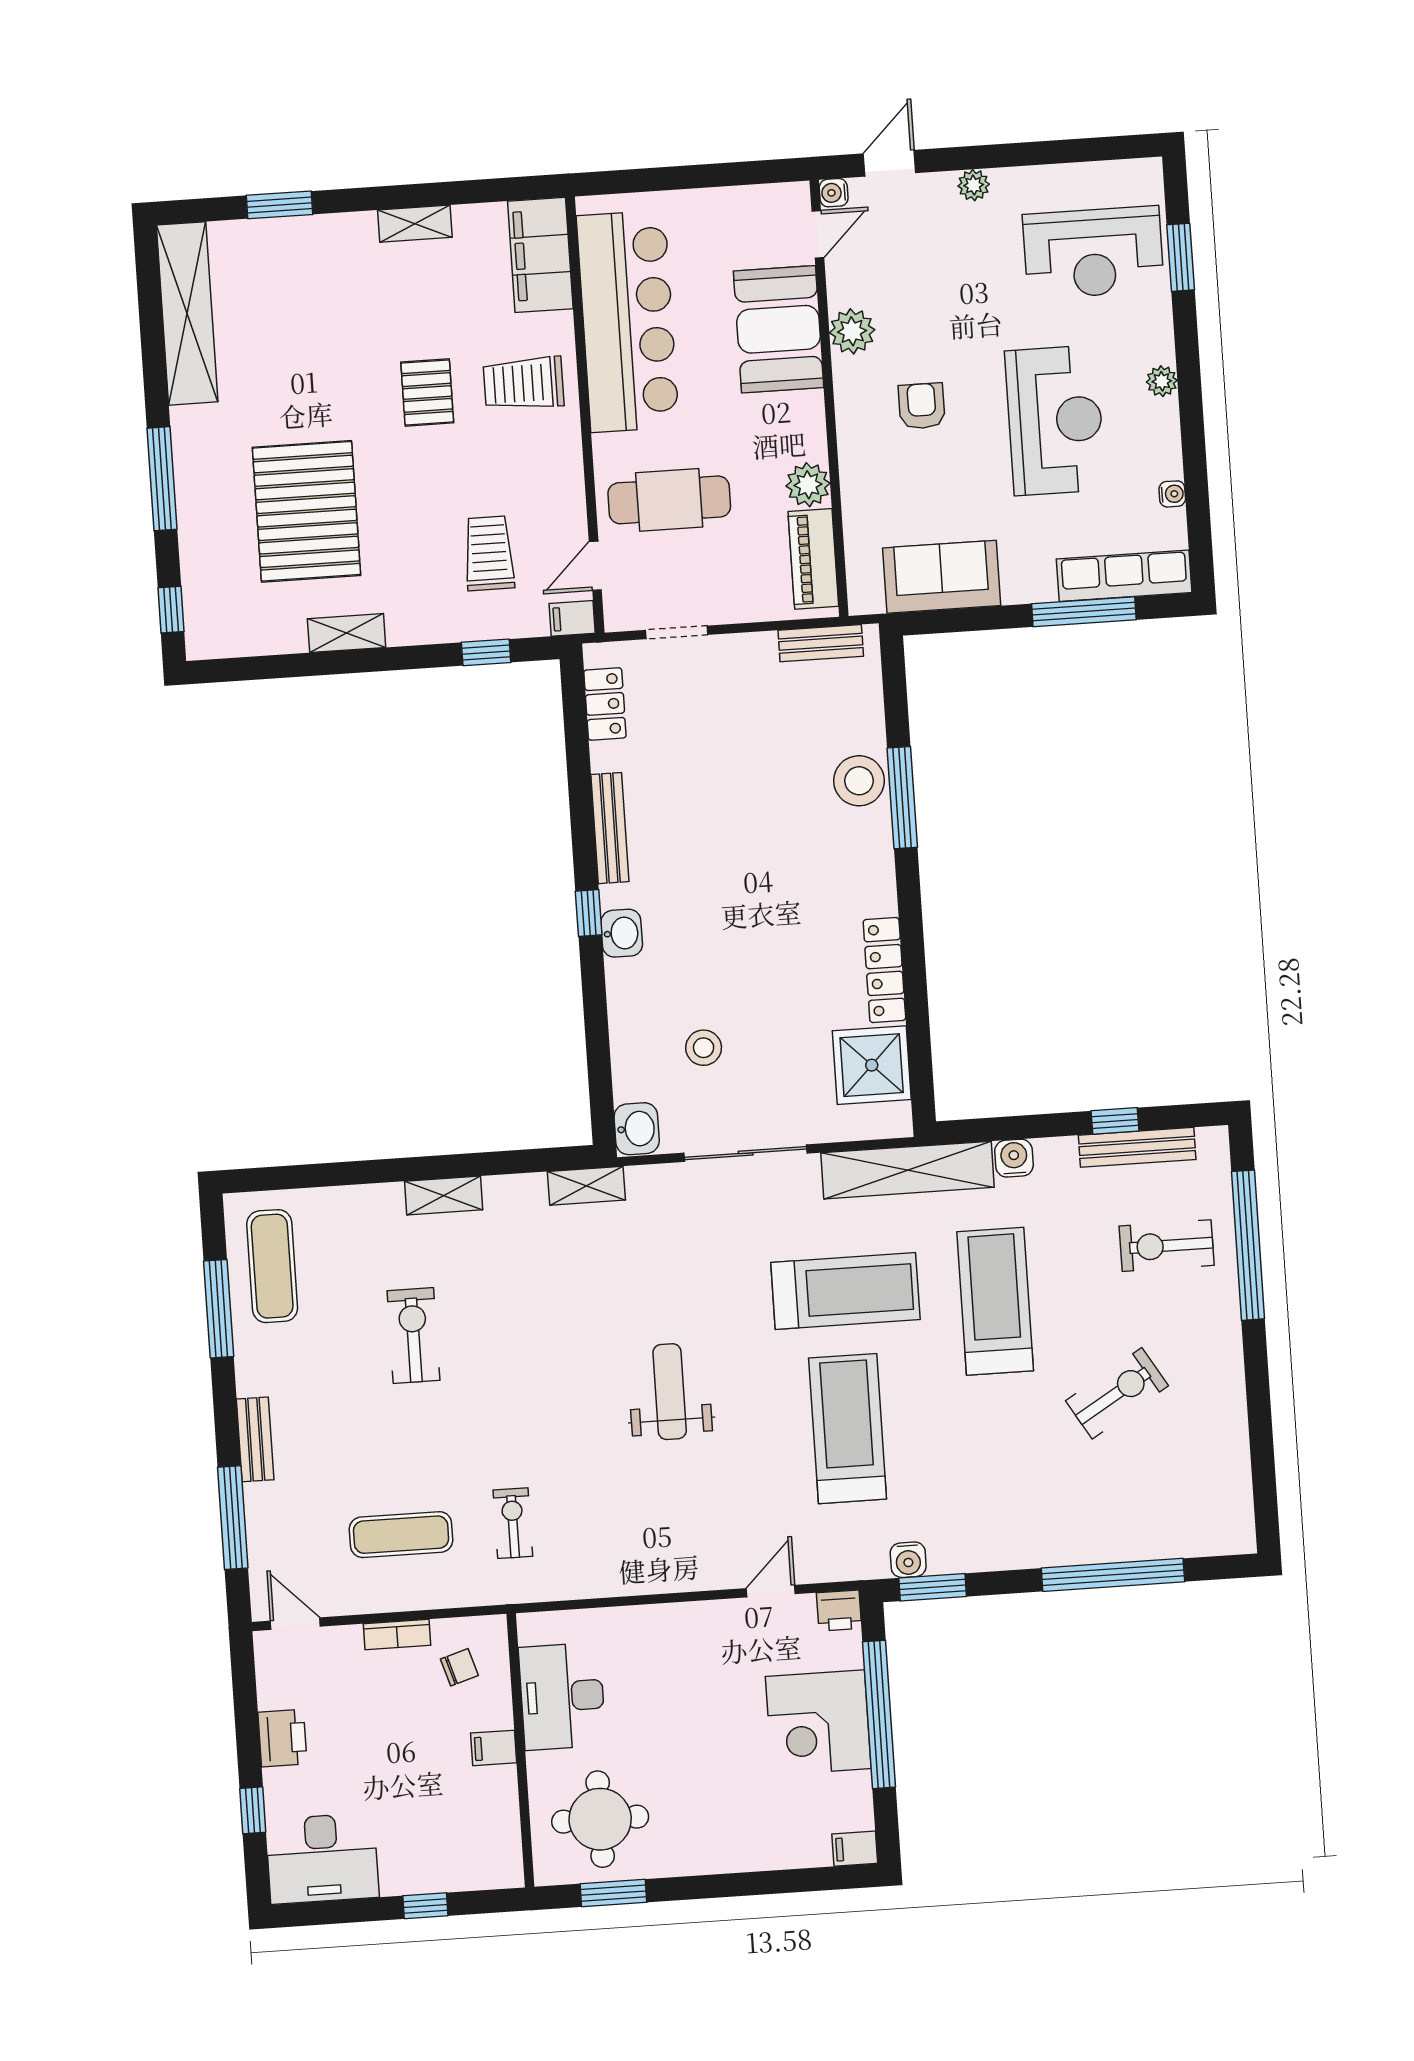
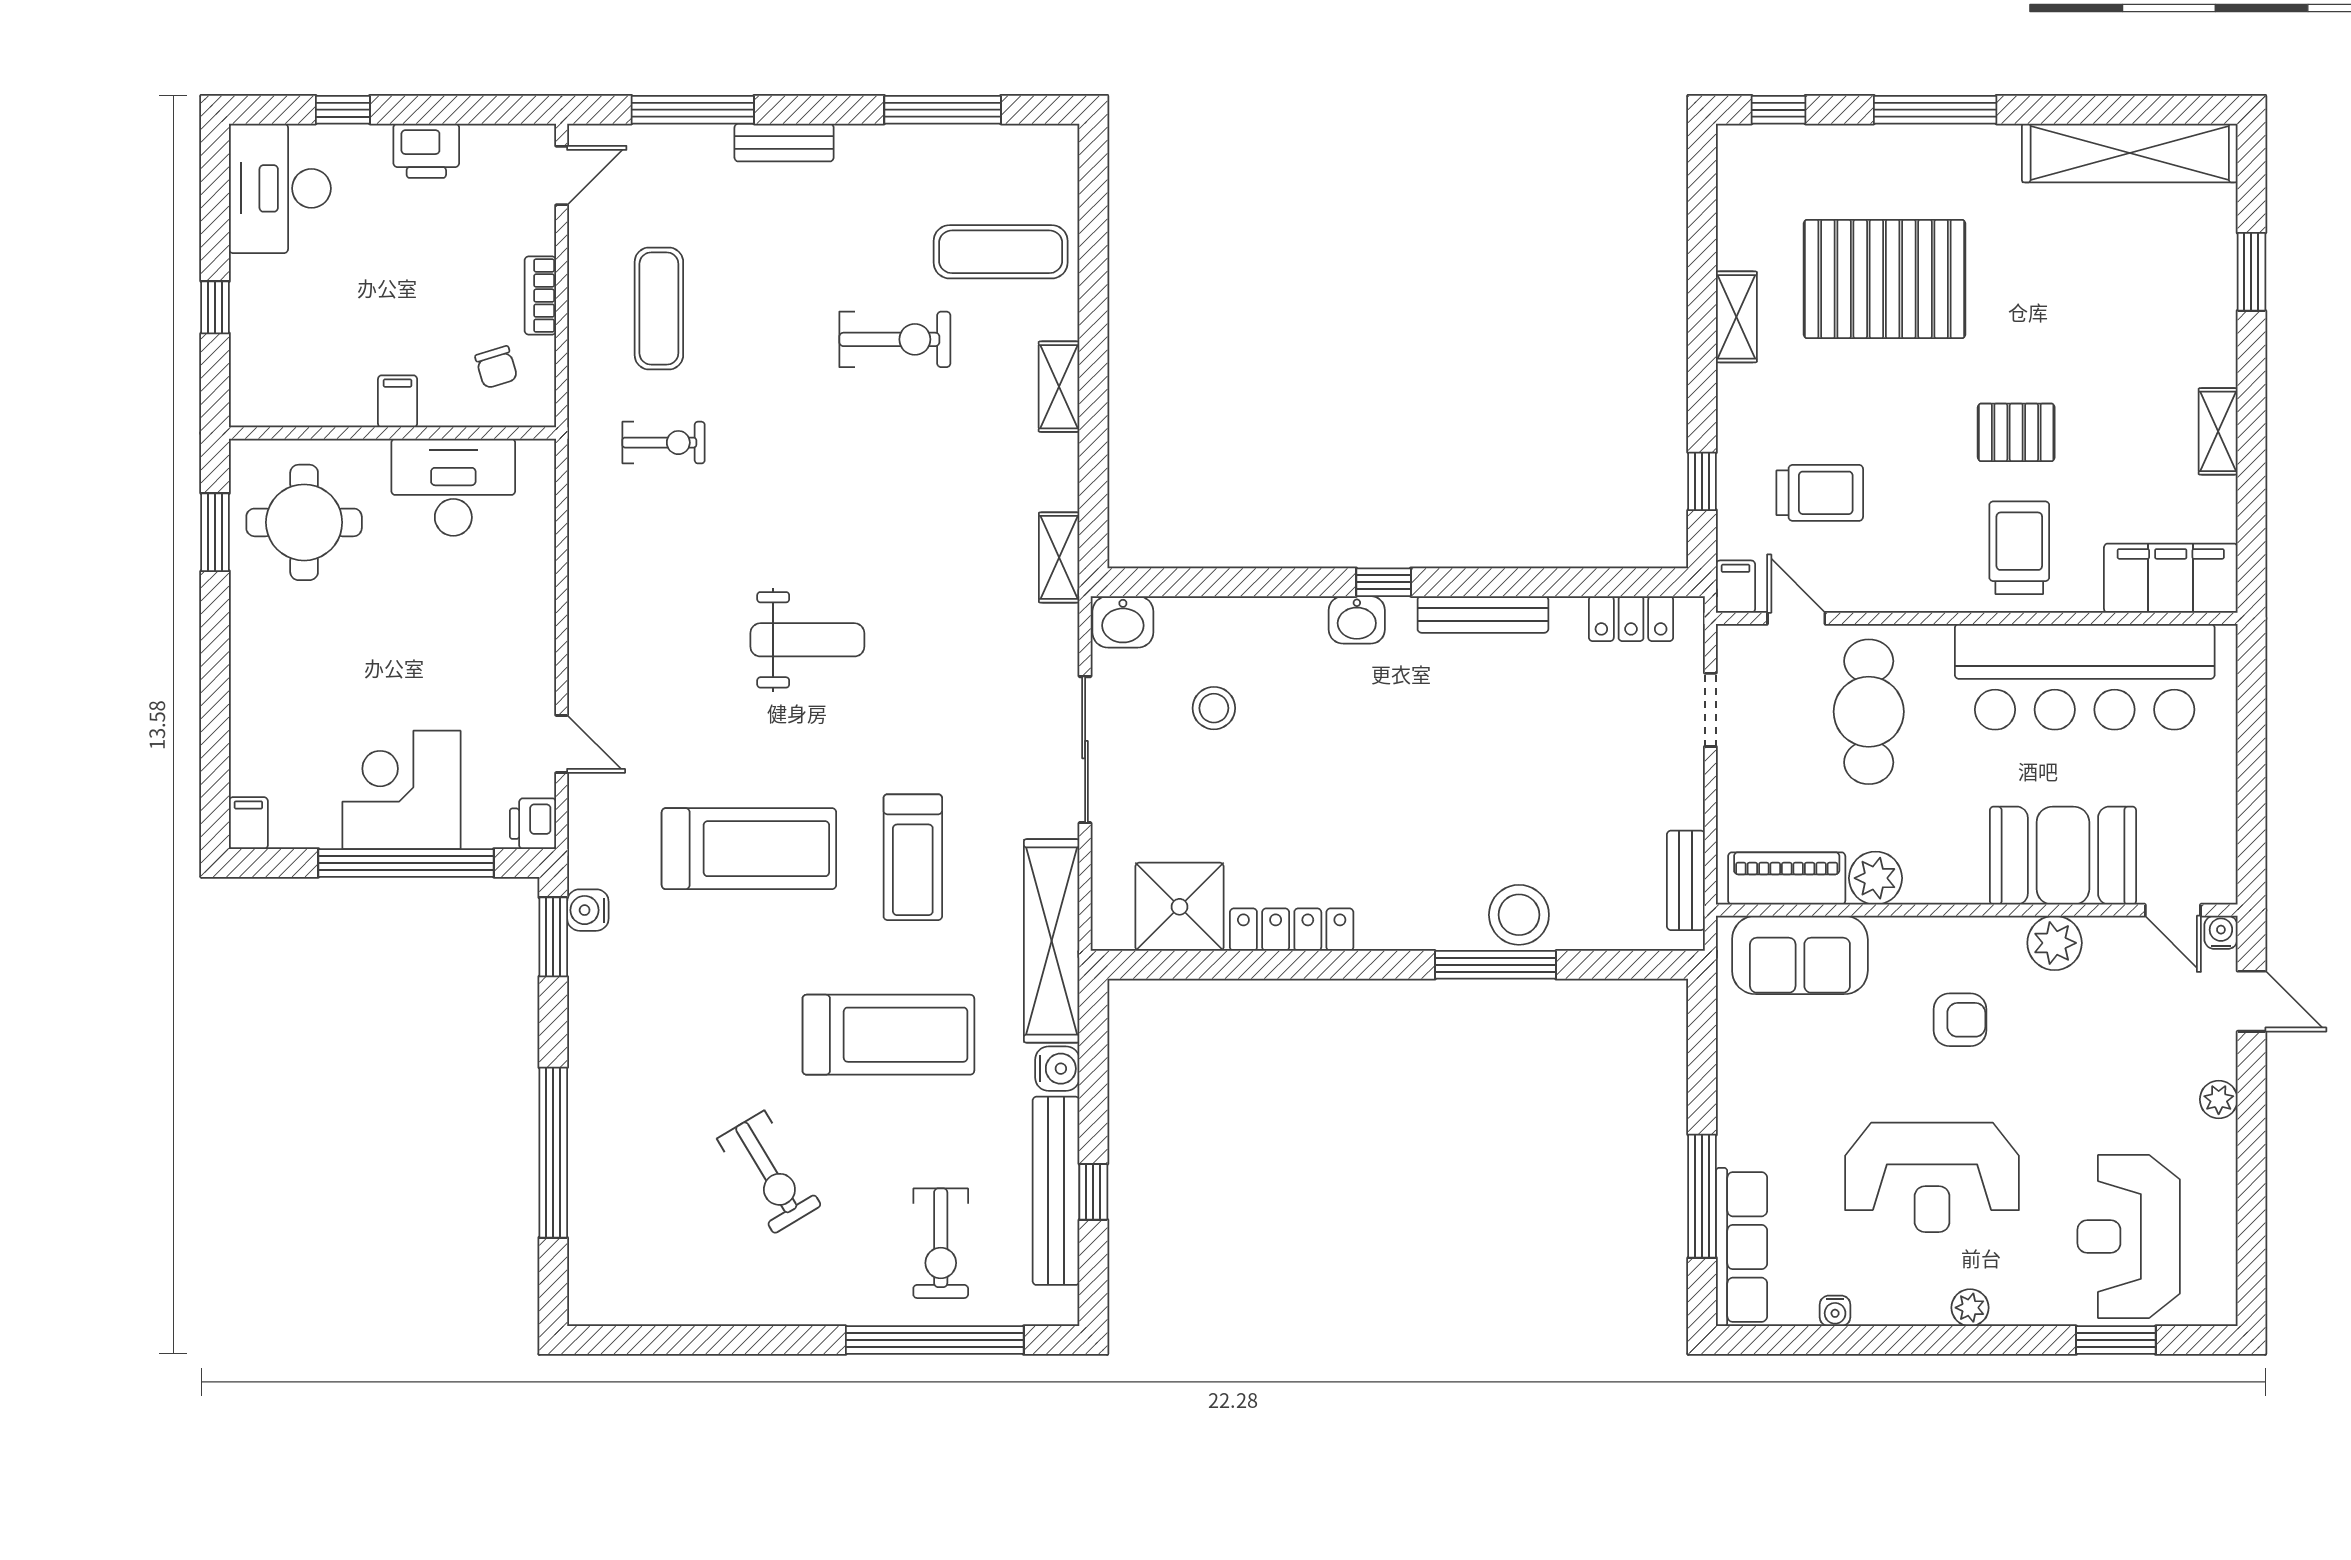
sofa: (942, 577) -> (1800, 955), moved, turned 90
bench: (1137, 1147) -> (1056, 1191), width x1.37, depth x1.21
exercise bike: (1167, 1246) -> (941, 1243), turned 180
exercise mat: (272, 1266) -> (1001, 252), moved
treadmill: (845, 1291) -> (913, 857), width x0.73, depth x0.73

